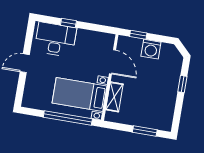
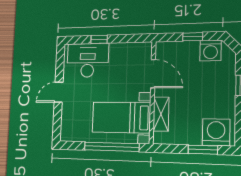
window: (138, 35) -> (193, 37), moved
washing machine: (151, 49) -> (211, 51), moved
washing machine: (157, 119) -> (216, 132), added

